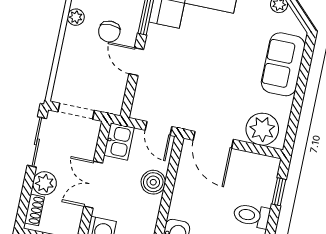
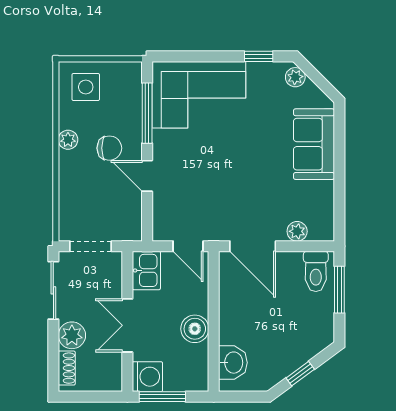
chair: (109, 31) -> (109, 148), turned -90
plant: (262, 129) -> (297, 231), width x0.53, depth x0.53
boiler: (153, 182) -> (195, 329), moved
window: (279, 192) -> (339, 290), width x1.50
toilet: (252, 216) -> (316, 271), moved, turned -90

